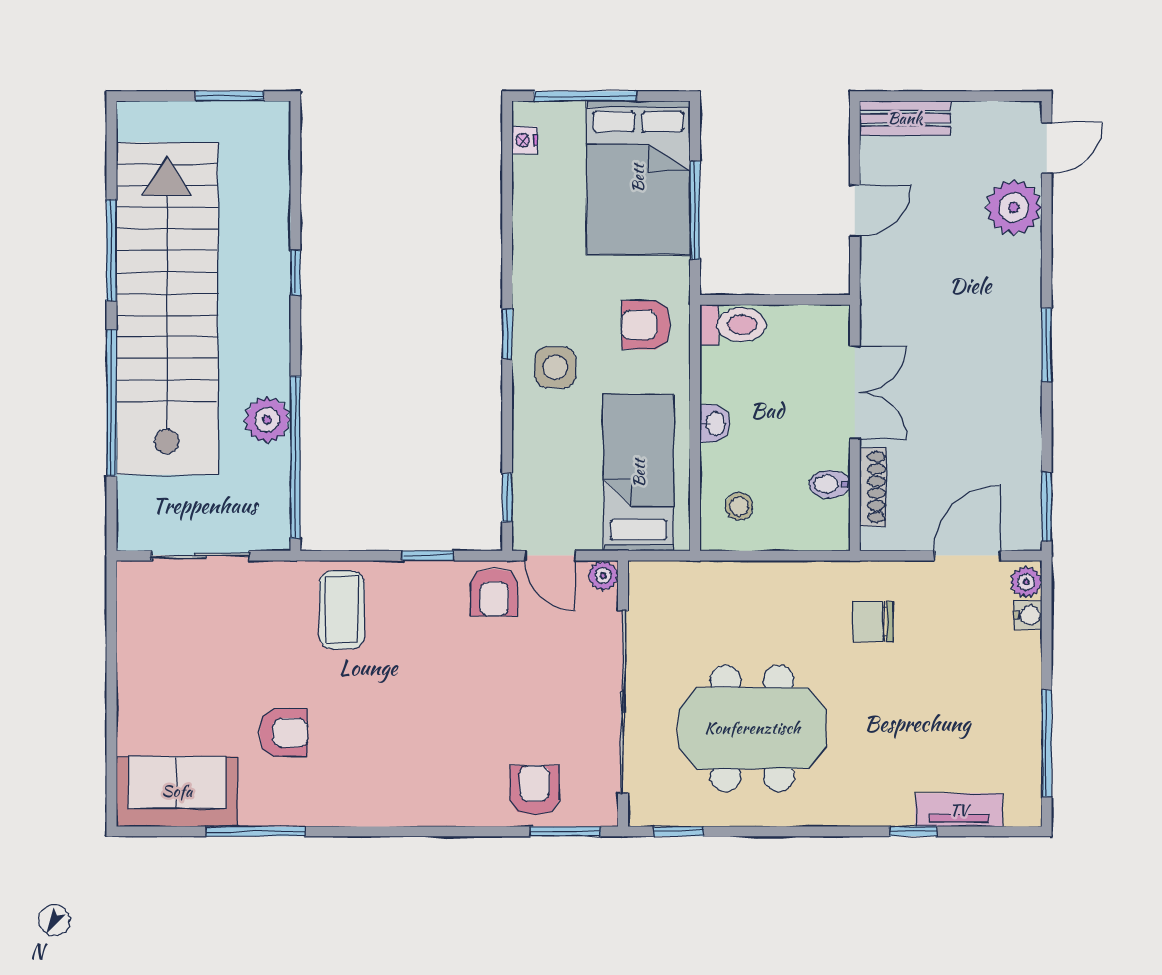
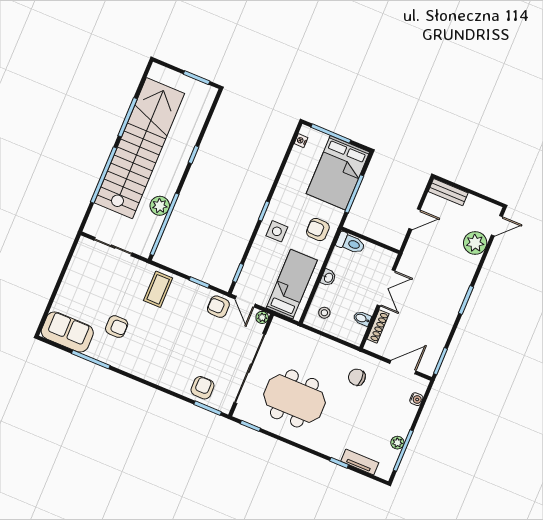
plant: (1026, 582) -> (397, 443), moved
armchair: (494, 592) -> (218, 307), turned 90

